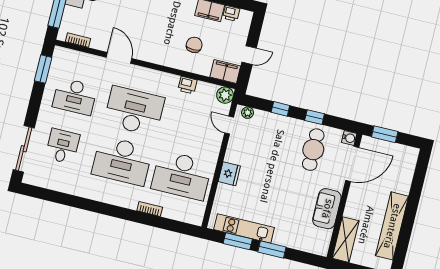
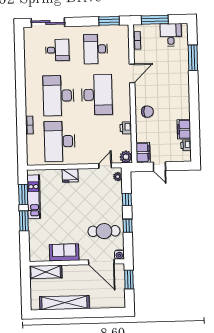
chair: (194, 45) -> (147, 112), moved

